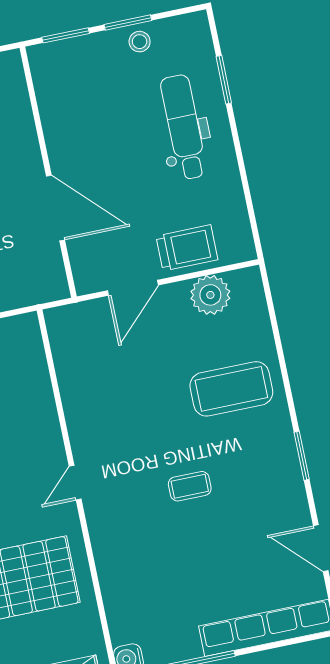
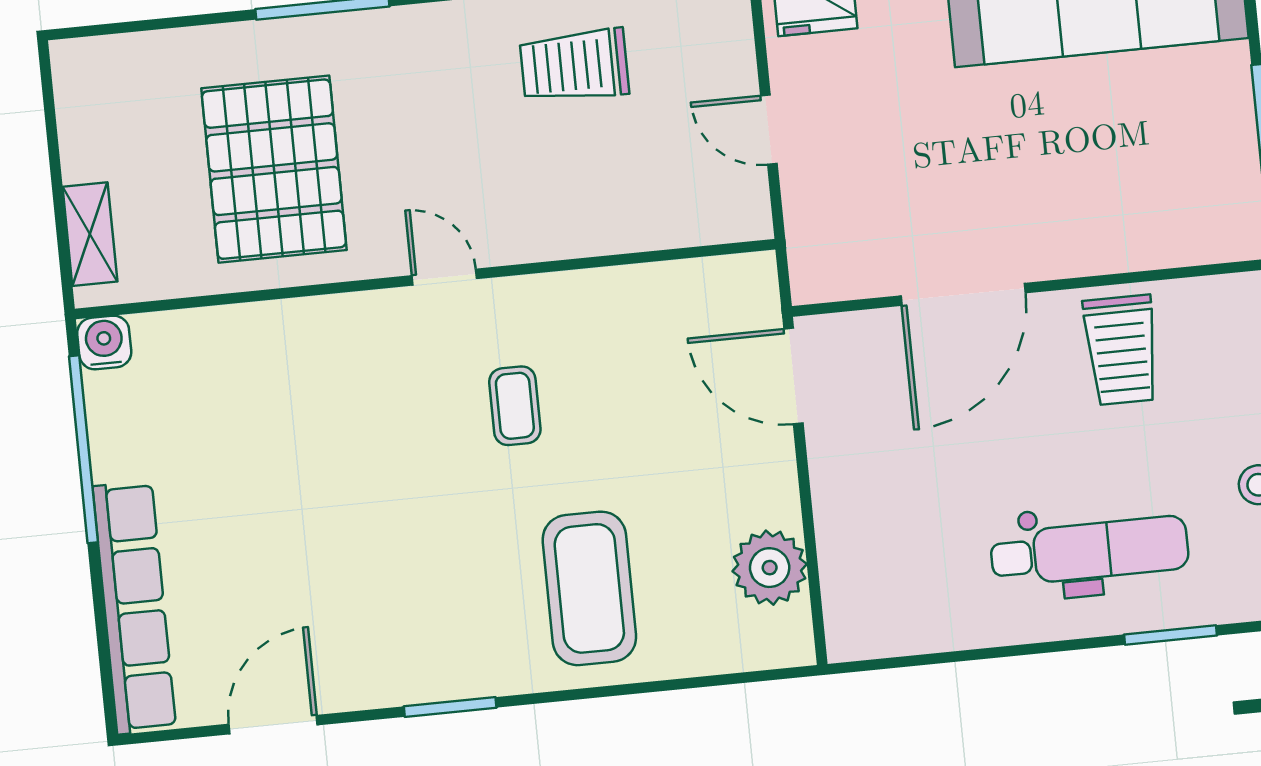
trolley: (187, 248) -> (1121, 350), moved
door: (133, 288) -> (793, 376), moved
coffee table: (190, 486) -> (515, 406), moved

